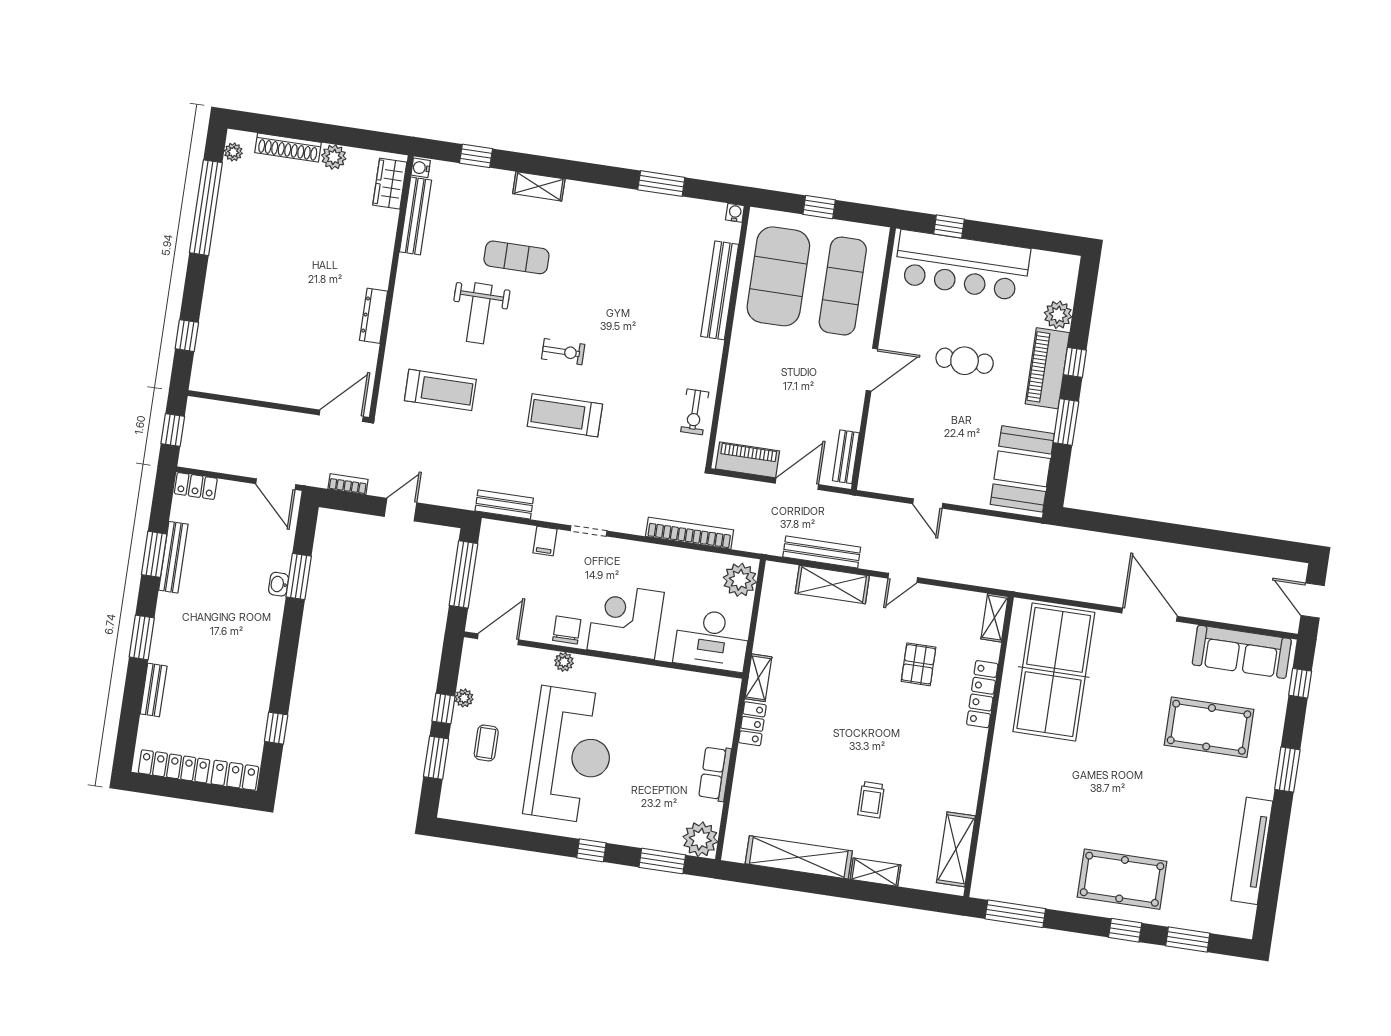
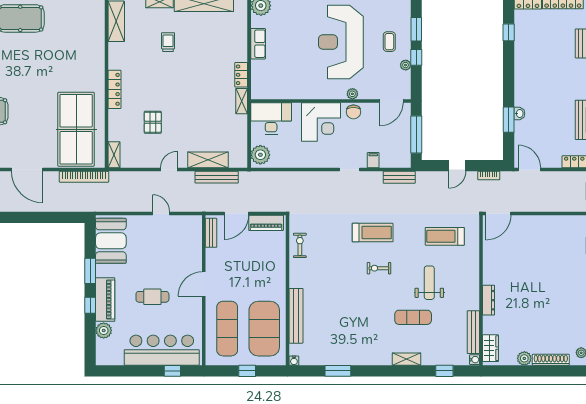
dresser: (374, 316) -> (489, 300), moved
bookcase: (690, 533) -> (84, 177), moved
locker: (982, 694) -> (114, 89), moved

